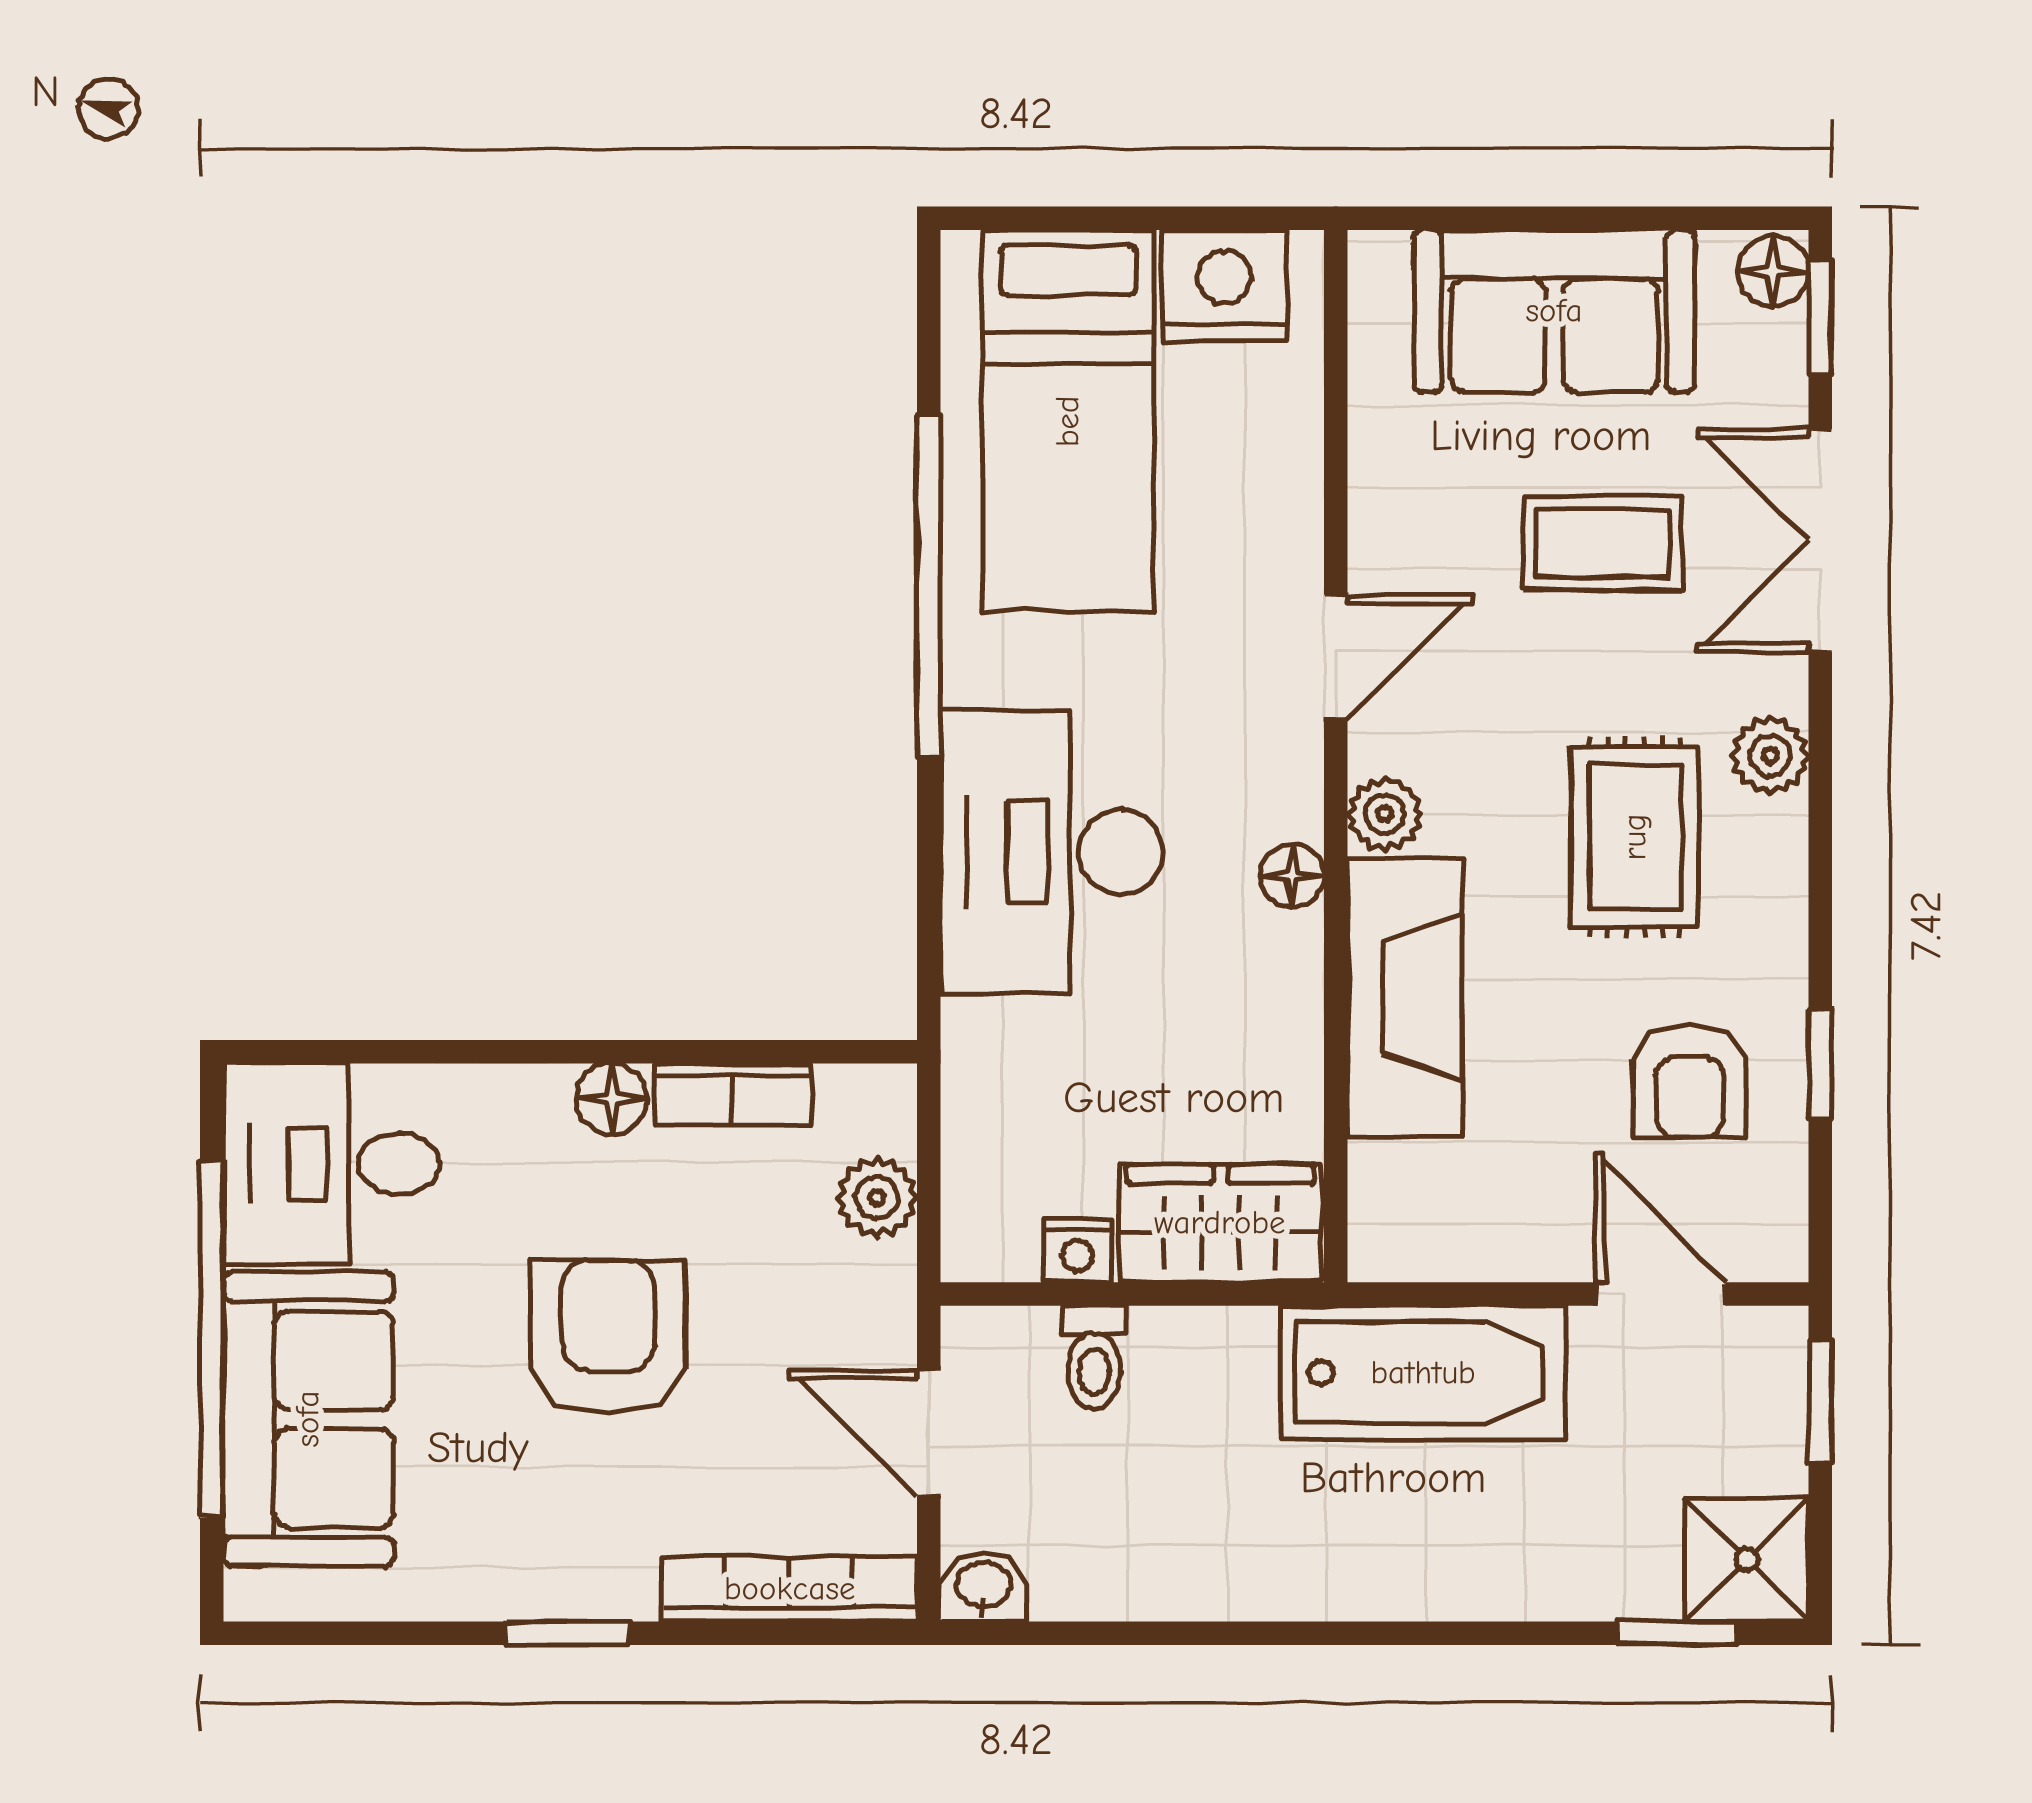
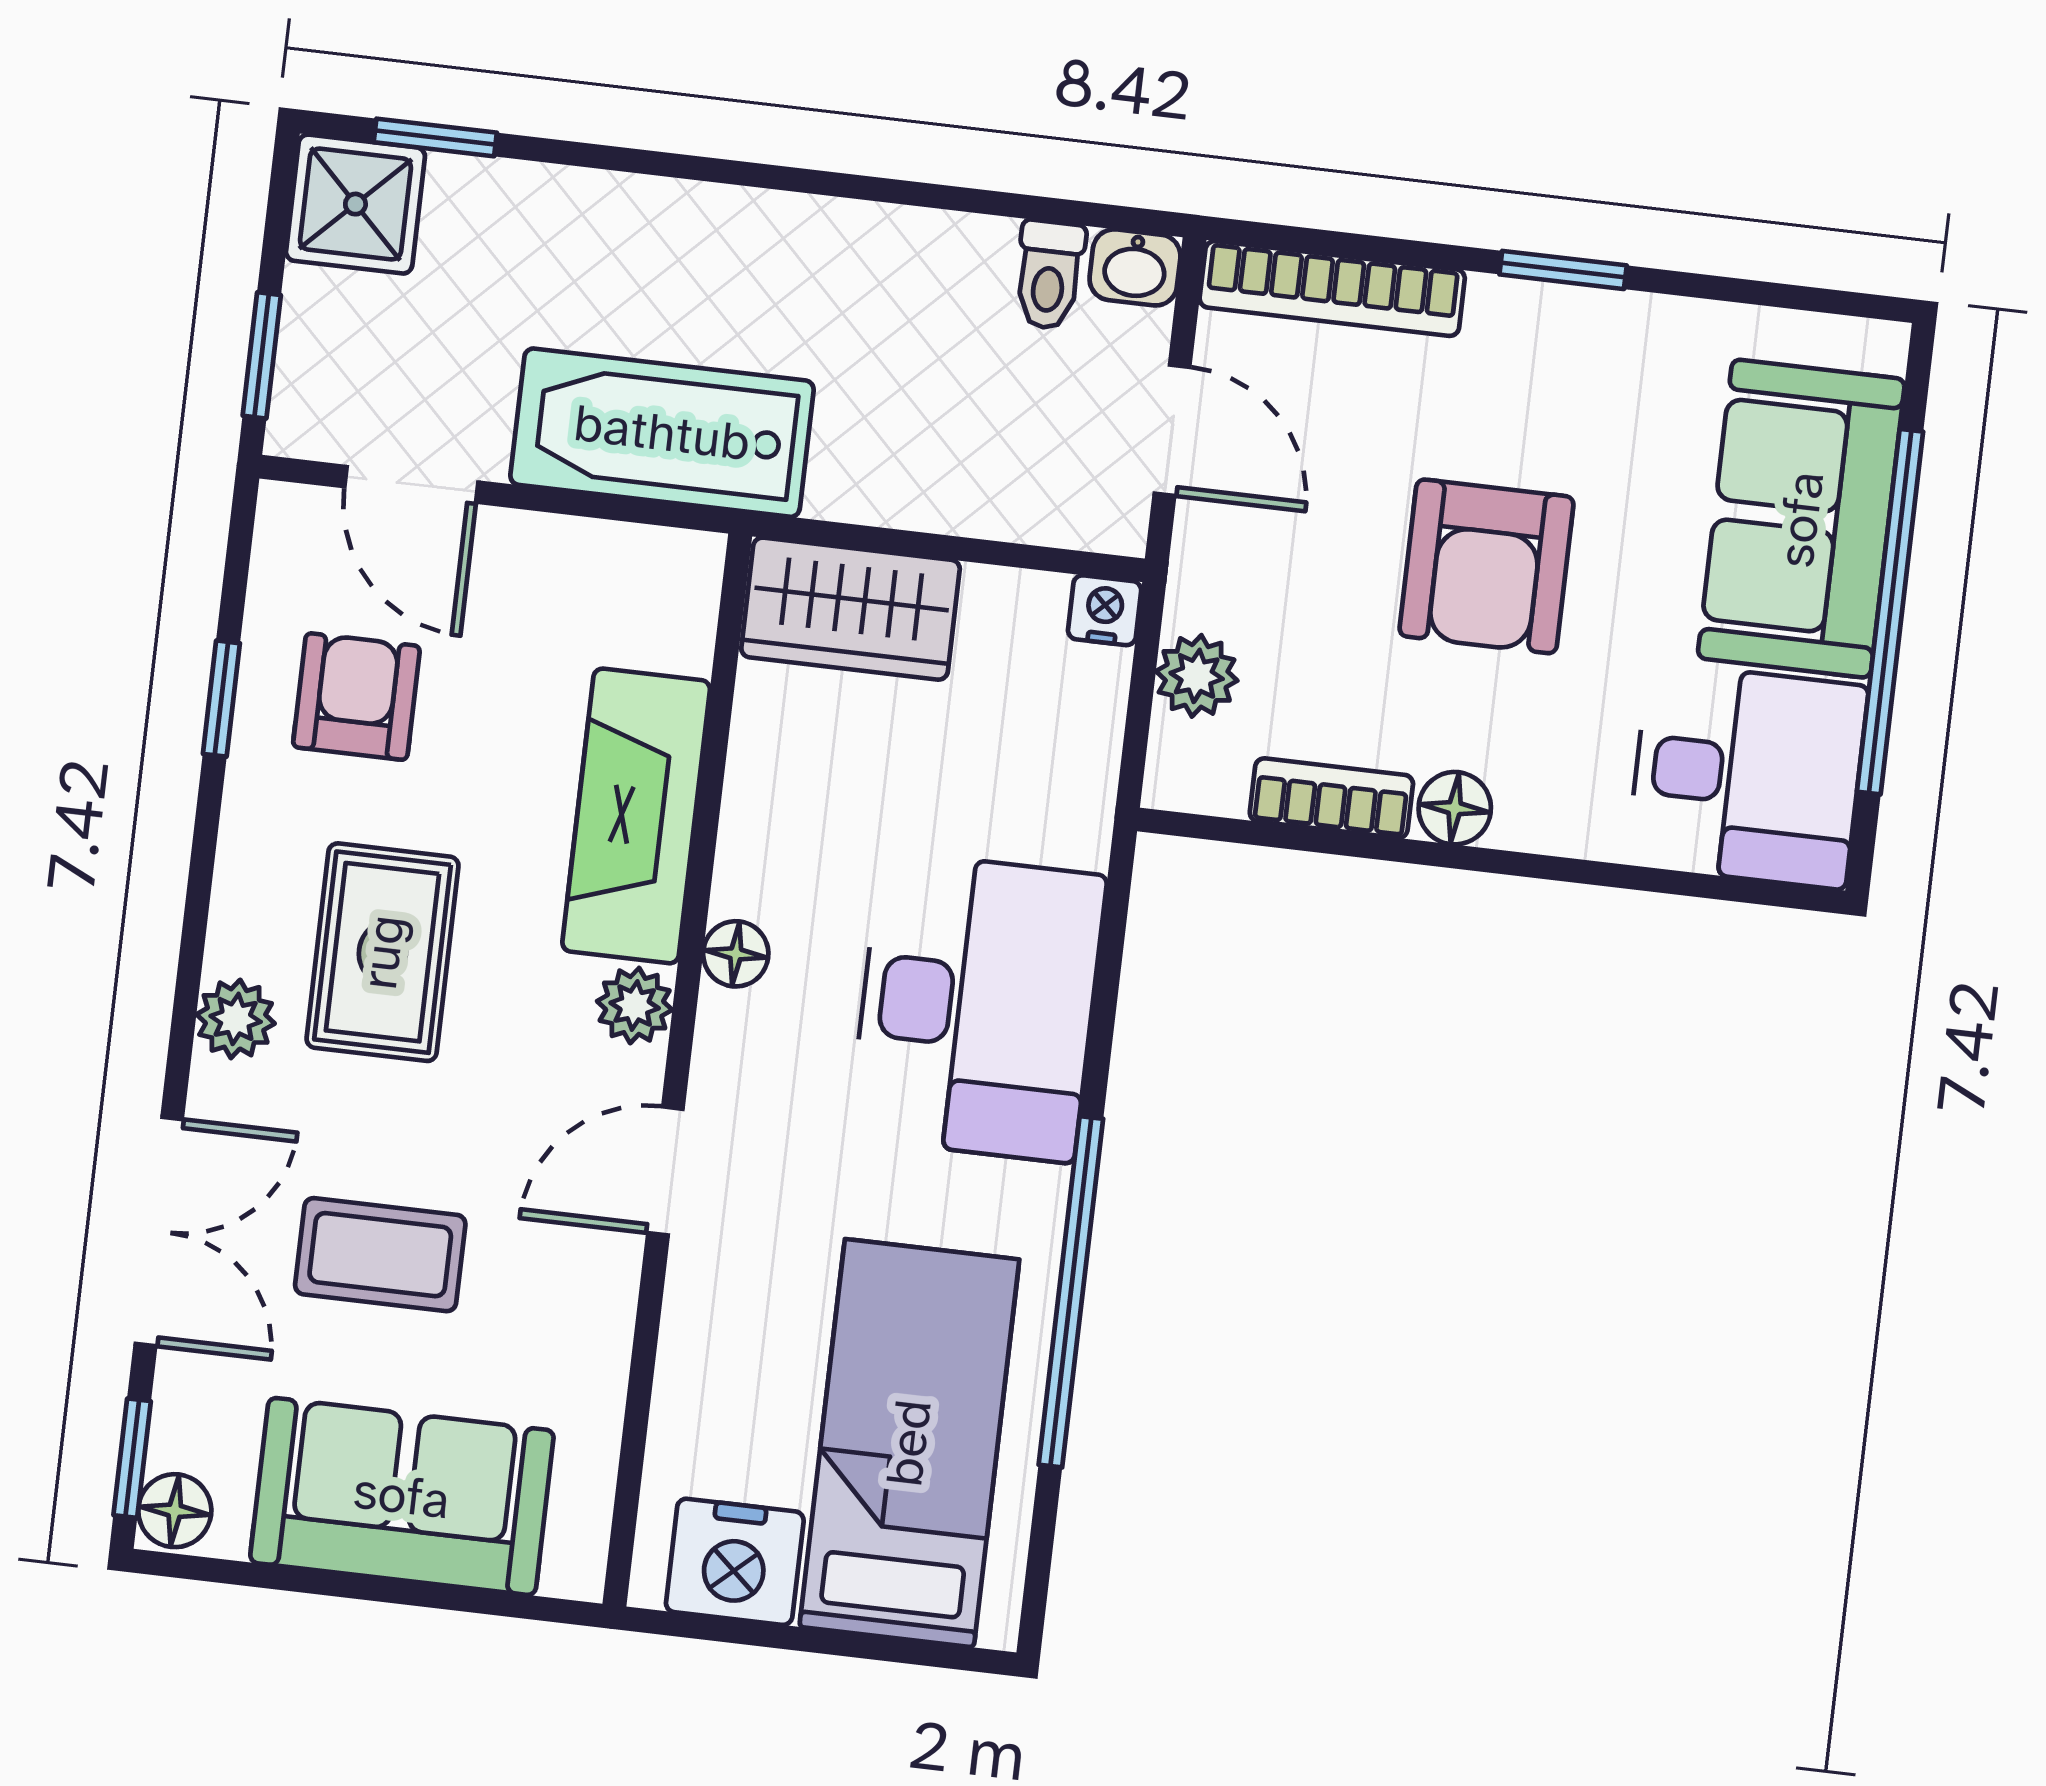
nightstand: (1078, 1251) -> (1105, 610), moved
toilet: (1094, 1357) -> (1049, 275), moved, turned 180

